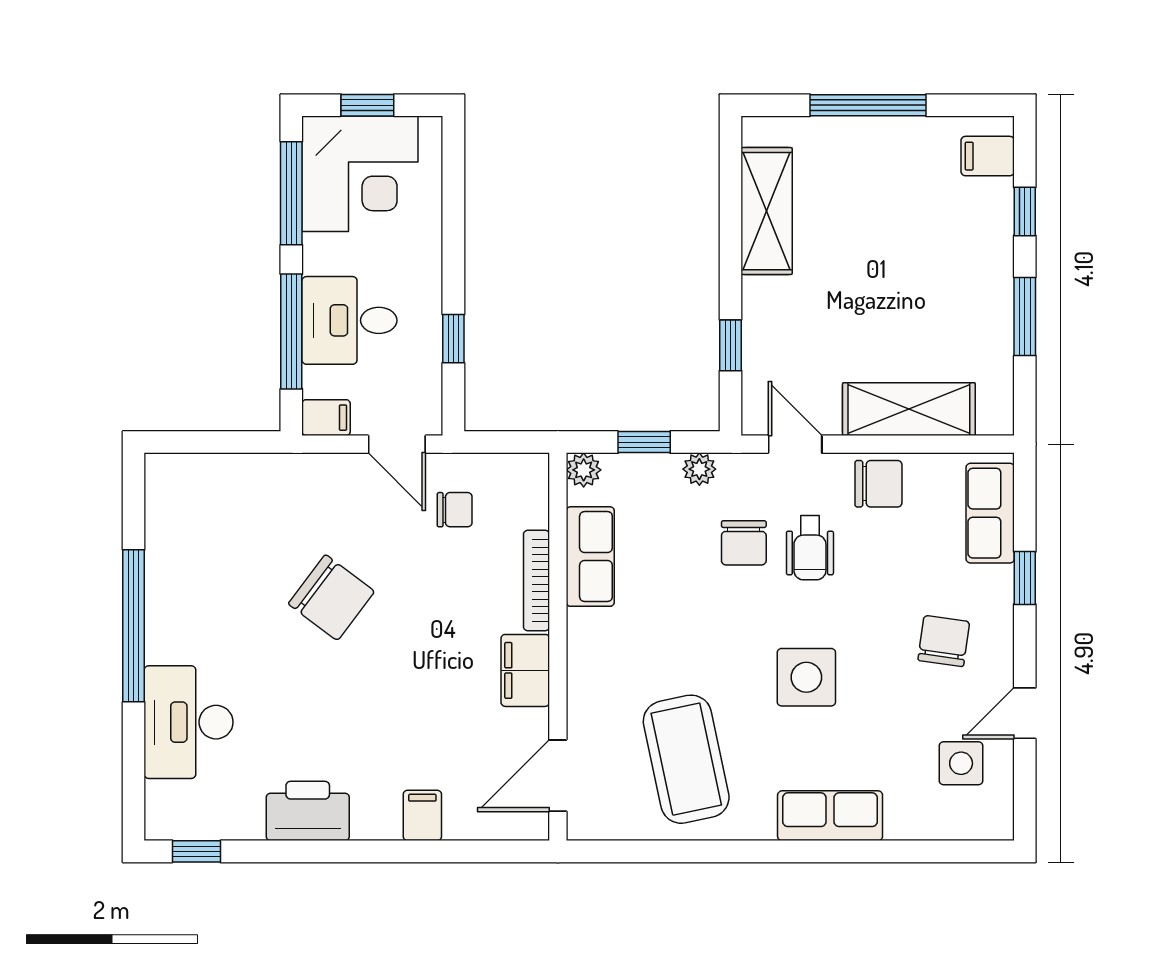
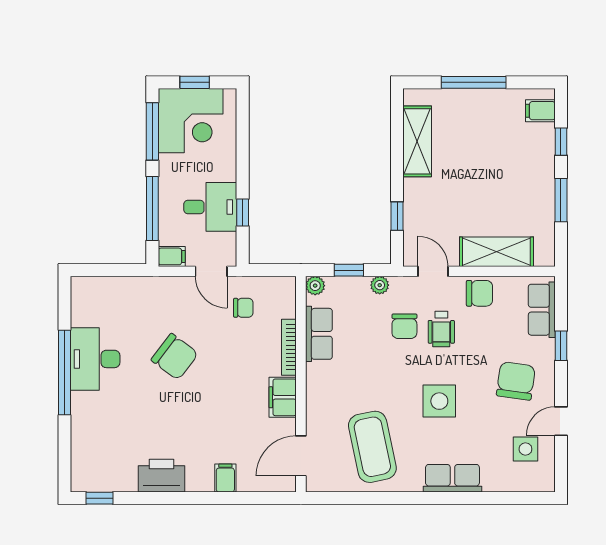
desk: (349, 320) -> (210, 207), moved, turned 180
chair: (944, 641) -> (516, 381), width x1.37, depth x1.37
desk: (189, 722) -> (95, 359), moved

